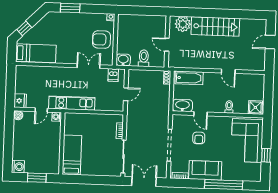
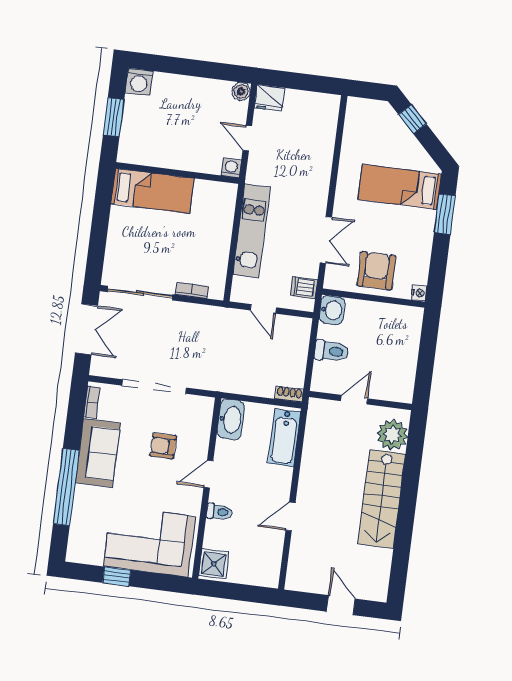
bed: (36, 53) -> (400, 187), moved, turned 90
kitchen unit: (72, 103) -> (252, 231), moved
door: (201, 114) -> (208, 474), moved

